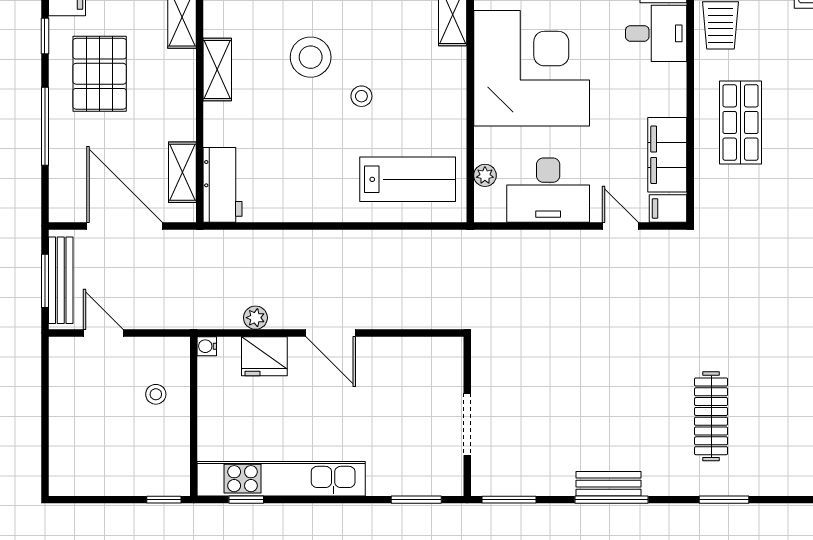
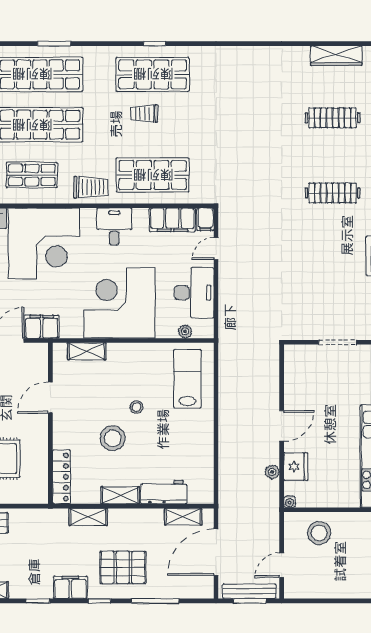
desk: (656, 33) -> (114, 227), moved
shop shelf: (740, 122) -> (153, 175), width x1.43, depth x1.36
workbench: (223, 185) -> (164, 492), moved
stool: (156, 394) -> (319, 533), width x1.89, depth x1.89

